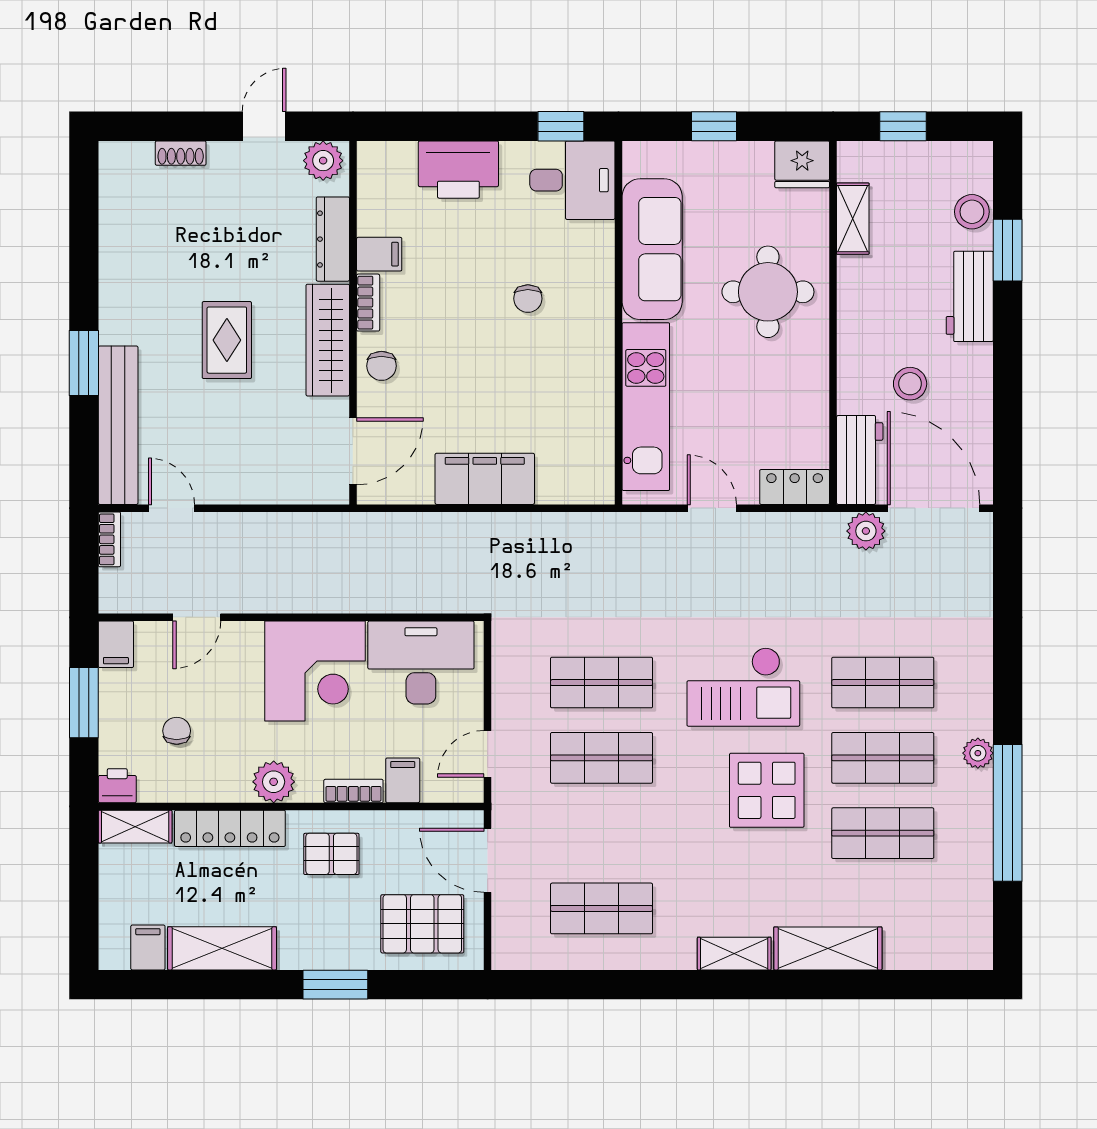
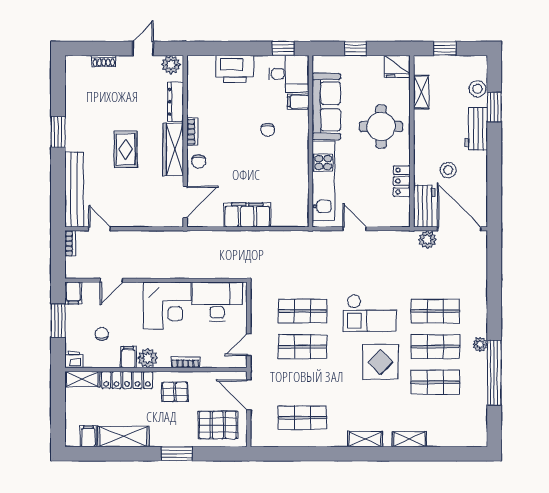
filing cabinet: (379, 254) -> (298, 102), moved, turned 180
window: (84, 363) -> (58, 132), moved
locker: (795, 487) -> (402, 181), moved, turned -90
filing cabinet: (403, 780) -> (128, 357), moved
shelving: (828, 948) -> (409, 439), width x0.67, depth x0.75

